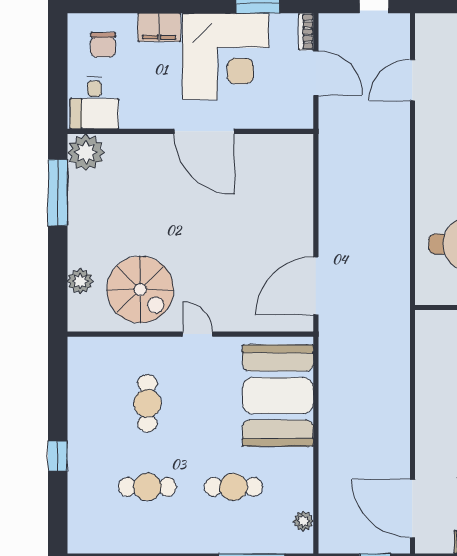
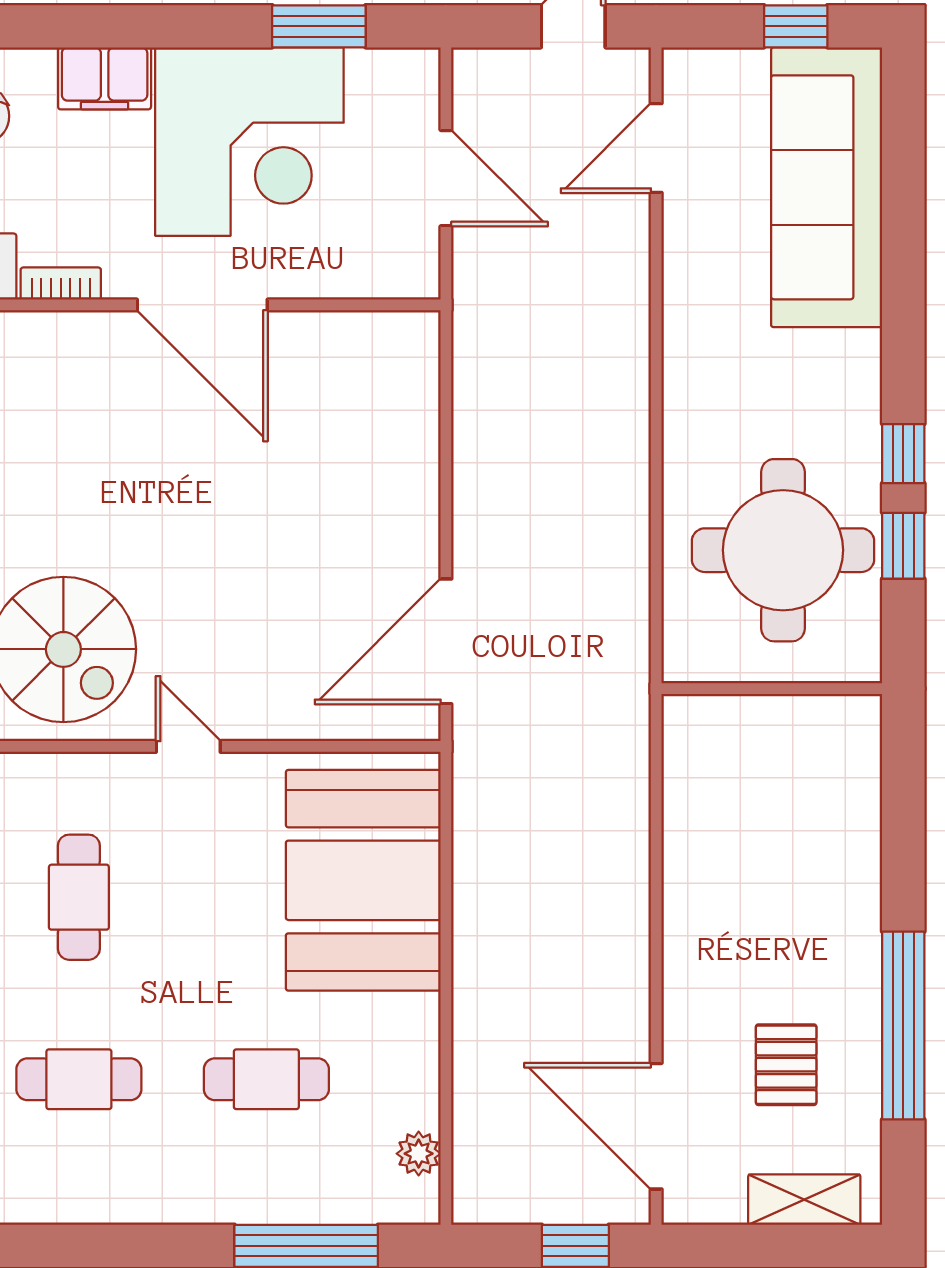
bookcase: (306, 32) -> (61, 284), moved, turned 90
door: (412, 80) -> (656, 148), moved

